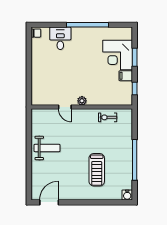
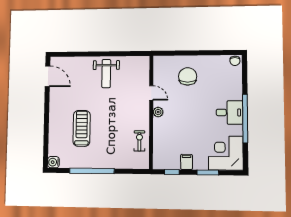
desk: (60, 38) -> (229, 112), moved
corner desk: (118, 55) -> (226, 153), moved
chair: (50, 75) -> (188, 76), added
door: (65, 107) -> (151, 93), swing flipped
treadmill: (97, 170) -> (82, 128), turned 90

